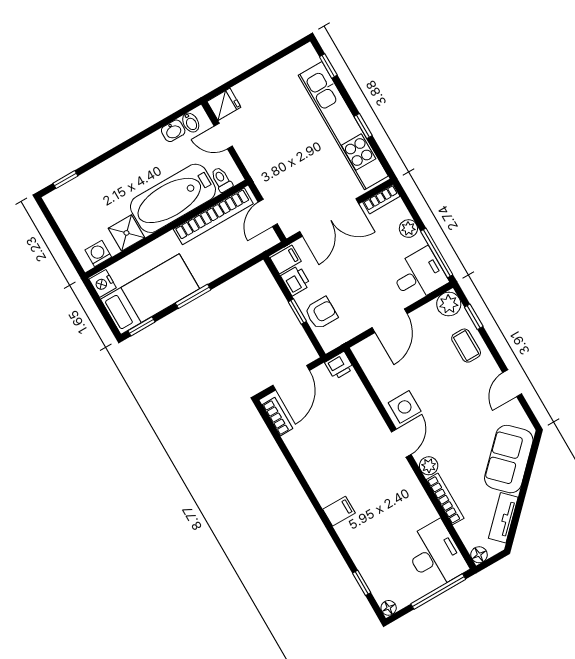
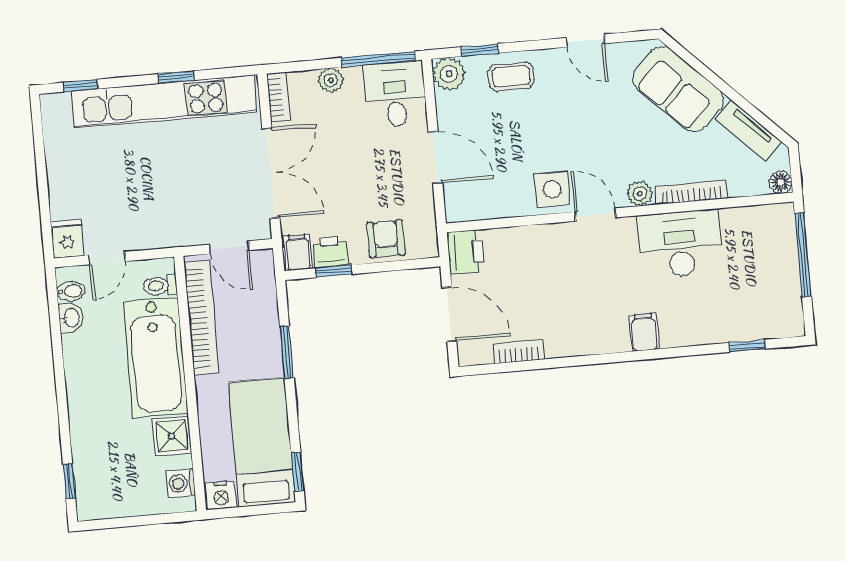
window: (193, 296) -> (287, 352), moved
window: (297, 312) -> (334, 271), moved
printer: (339, 365) -> (466, 252), width x1.36, depth x1.24
bookcase: (277, 417) -> (519, 352), moved
desk: (435, 555) -> (680, 244), moved
floor lamp: (389, 608) -> (794, 327), removed

